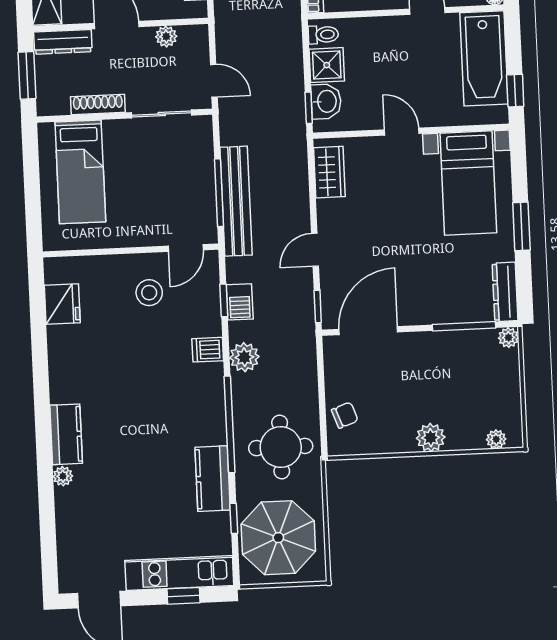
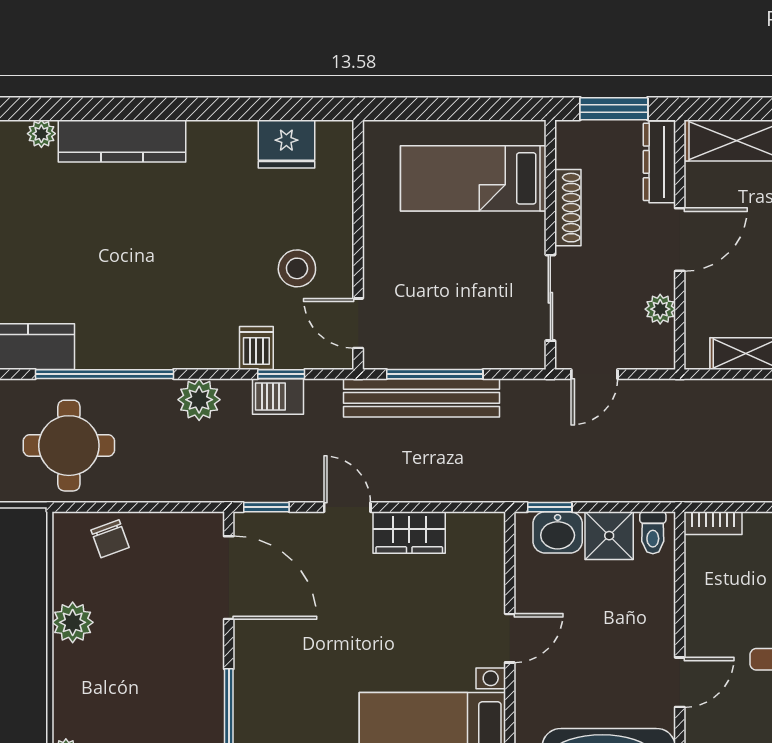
wardrobe: (329, 172) -> (409, 532), moved
dishwasher: (208, 350) -> (256, 348), moved
kitchen counter: (66, 434) -> (122, 141), width x1.50
plant: (431, 438) -> (73, 622), moved

